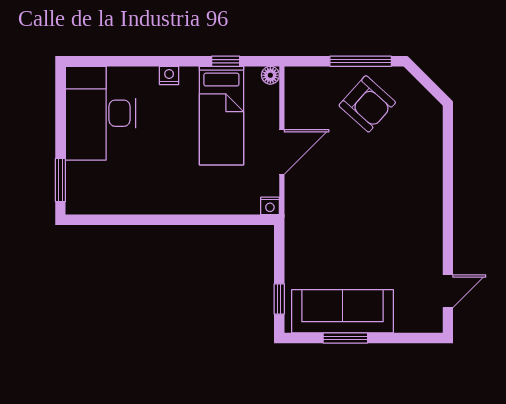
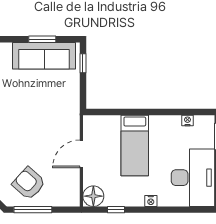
floor lamp: (270, 75) -> (93, 196), width x1.89, depth x1.89
bed: (221, 116) -> (135, 145), moved, turned 180
nightstand: (270, 206) -> (187, 121), moved

